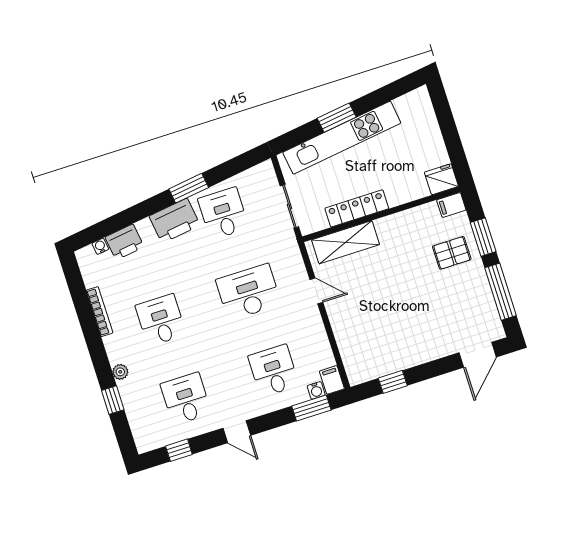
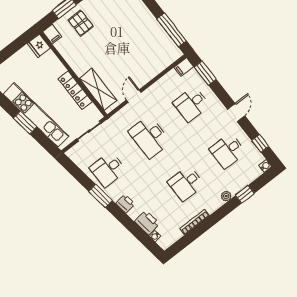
printer: (175, 221) -> (125, 204), width x0.53, depth x0.68
window: (393, 382) -> (172, 30), width x2.17
water cooler: (316, 390) -> (265, 166), moved

